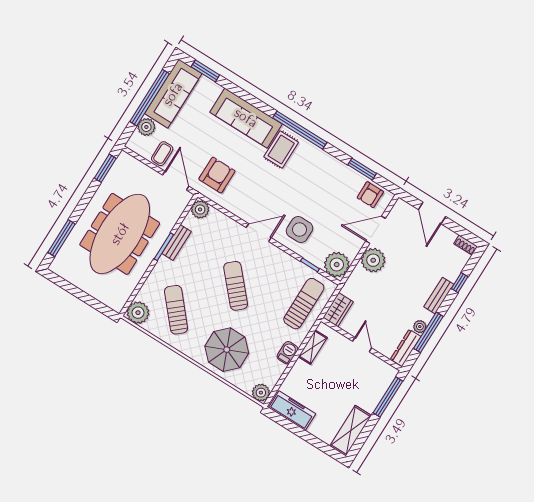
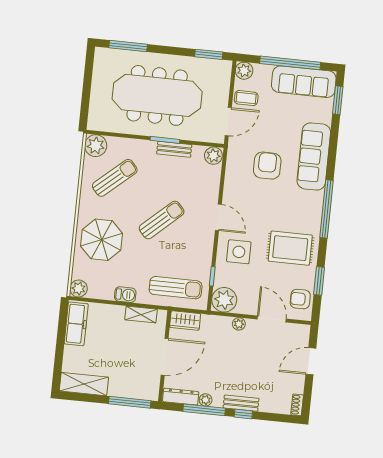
plant: (146, 127) -> (244, 71), moved
rug: (281, 150) -> (290, 248), moved, width x1.36, depth x1.43
armchair: (217, 175) -> (267, 166), moved, turned -90
plant: (373, 260) -> (239, 324), width x0.53, depth x0.53
window: (460, 283) -> (243, 414), moved
door: (362, 345) -> (165, 357), width x1.88

